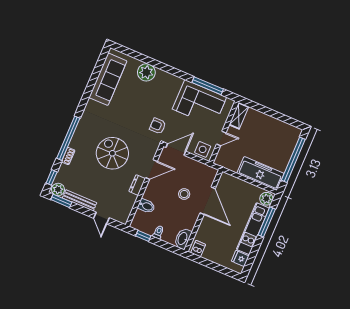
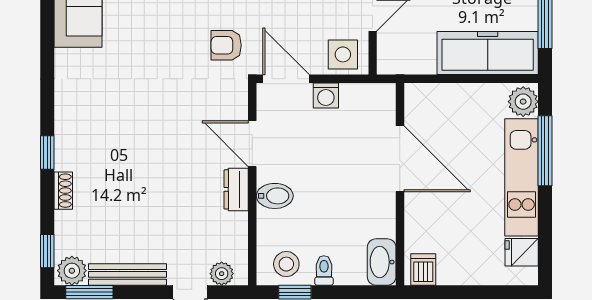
window: (68, 138) -> (47, 153), width x0.32
door: (176, 149) -> (286, 79), hinge flipped
spiral stairs: (112, 153) -> (155, 145), removed
washing machine: (189, 163) -> (326, 96), added
door: (151, 169) -> (252, 144), swing flipped
stool: (184, 194) -> (286, 264), moved
bidet: (146, 206) -> (275, 196), moved
plant: (117, 216) -> (222, 274), added

